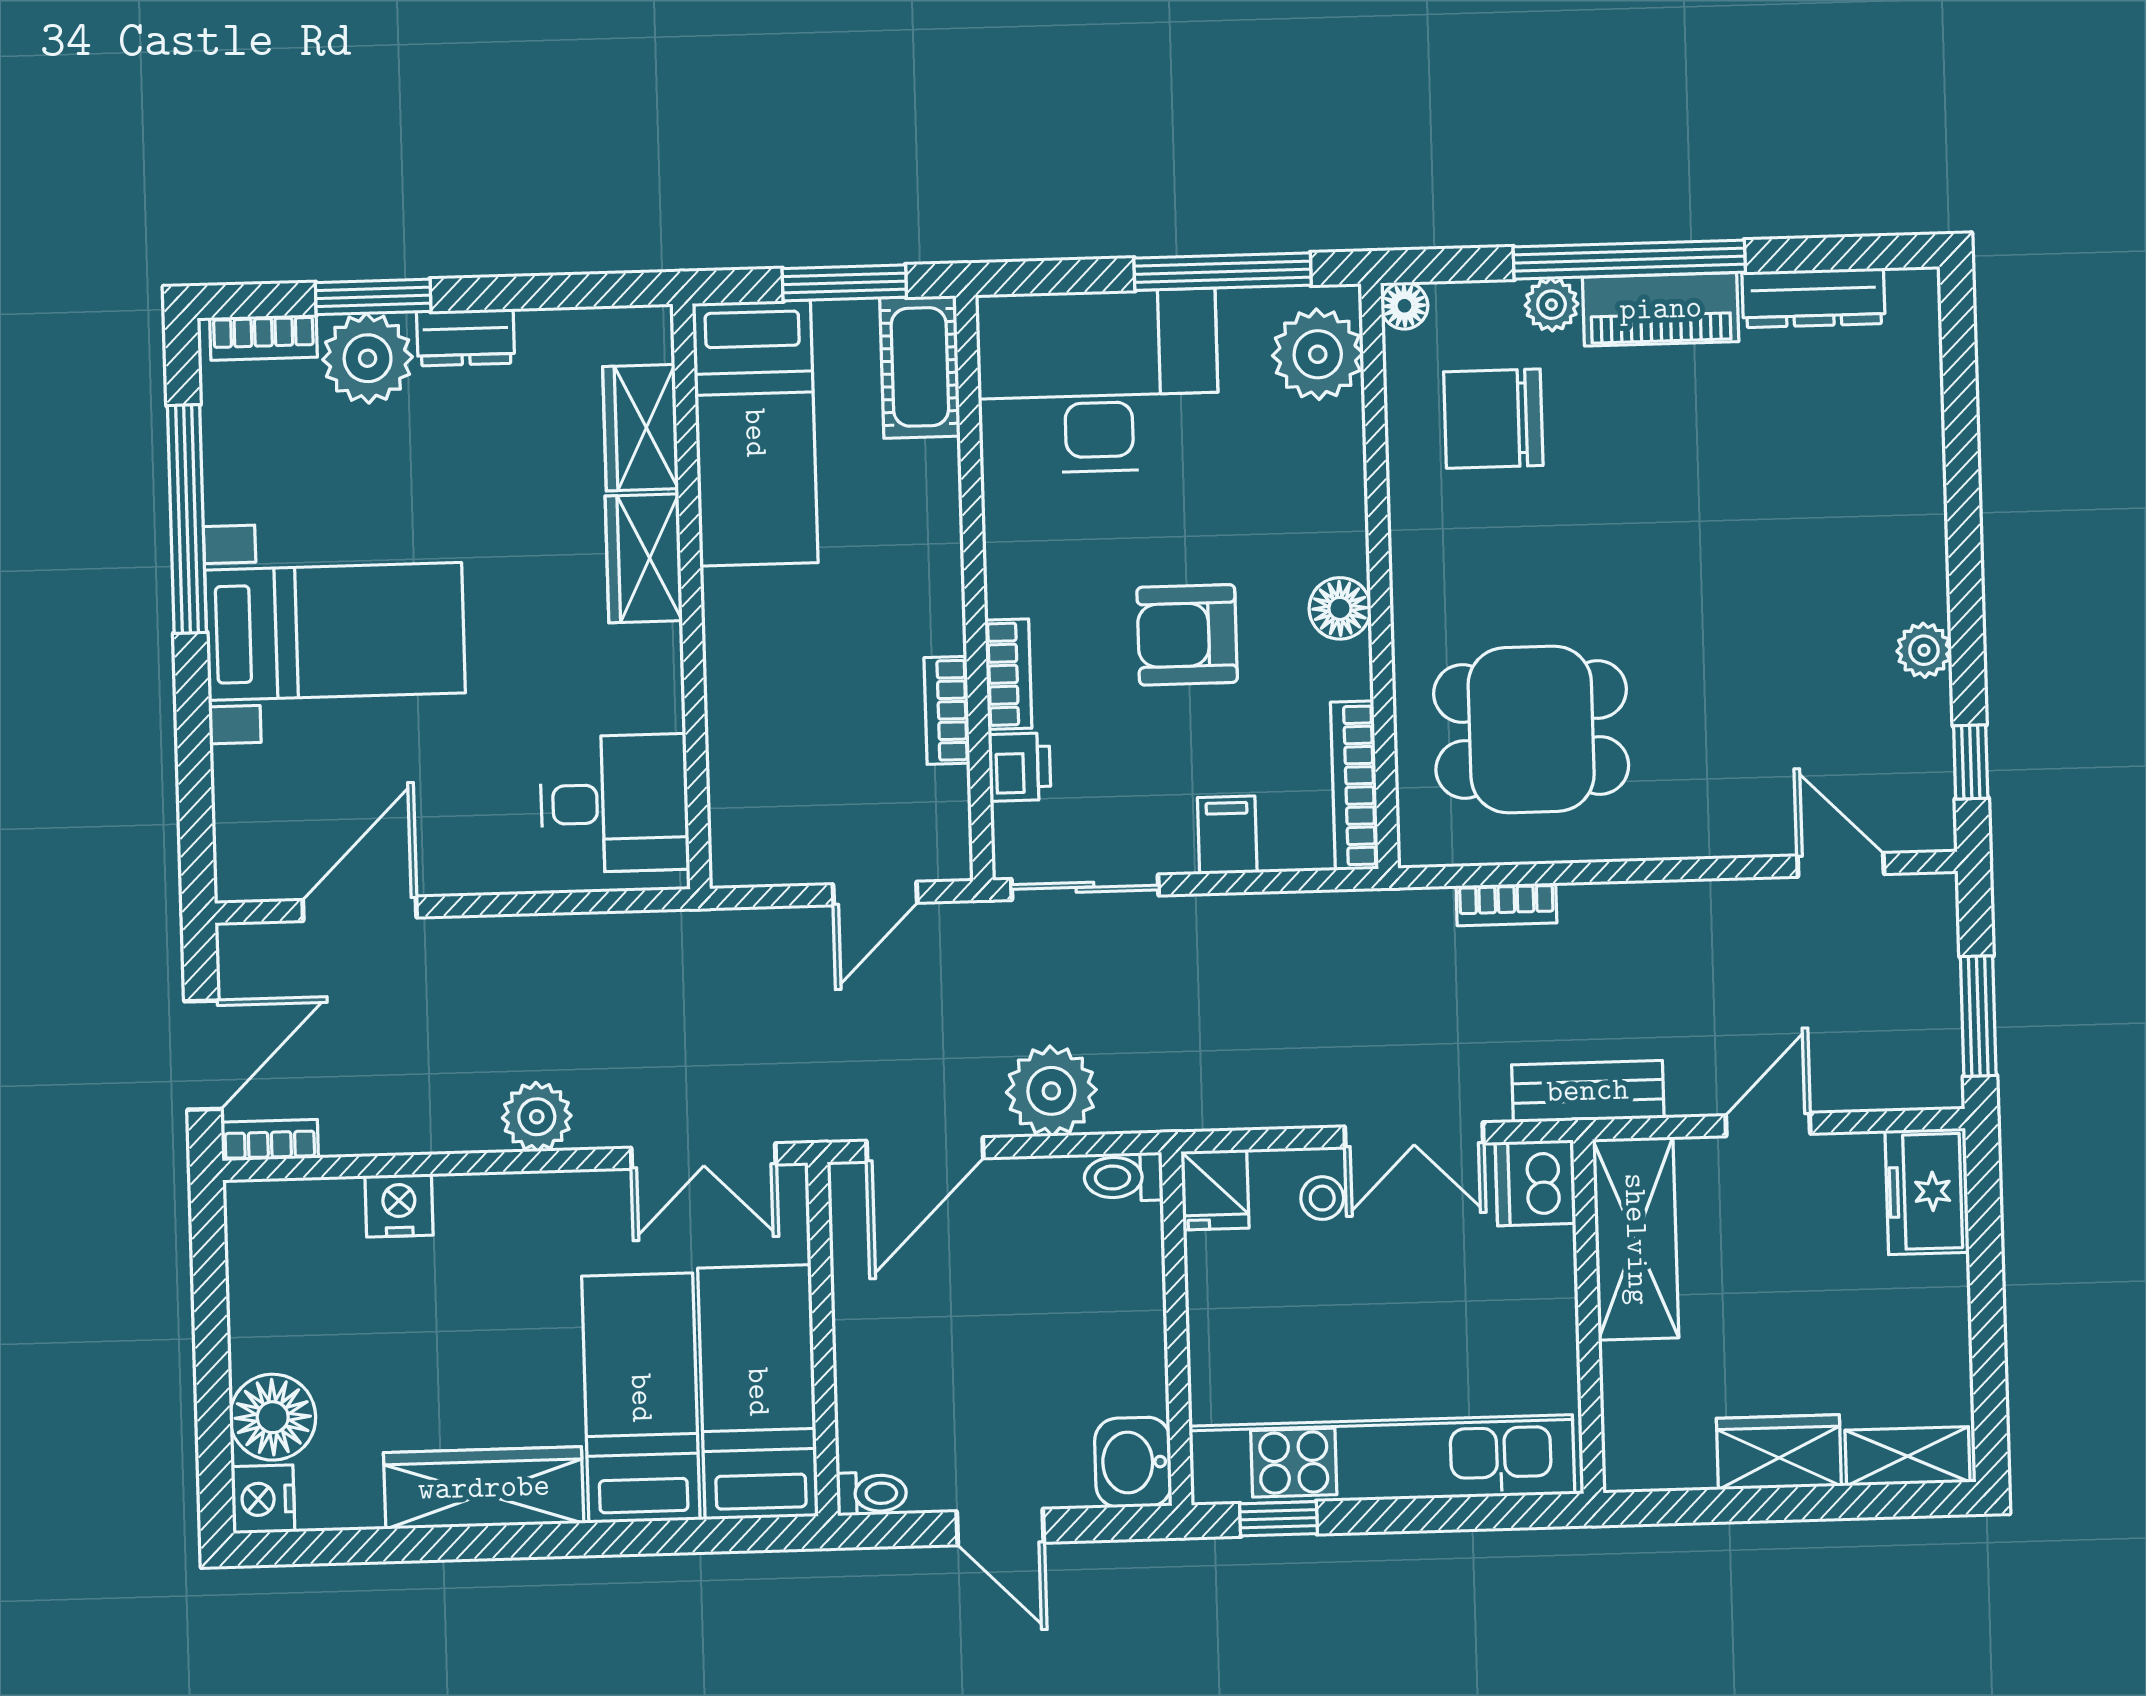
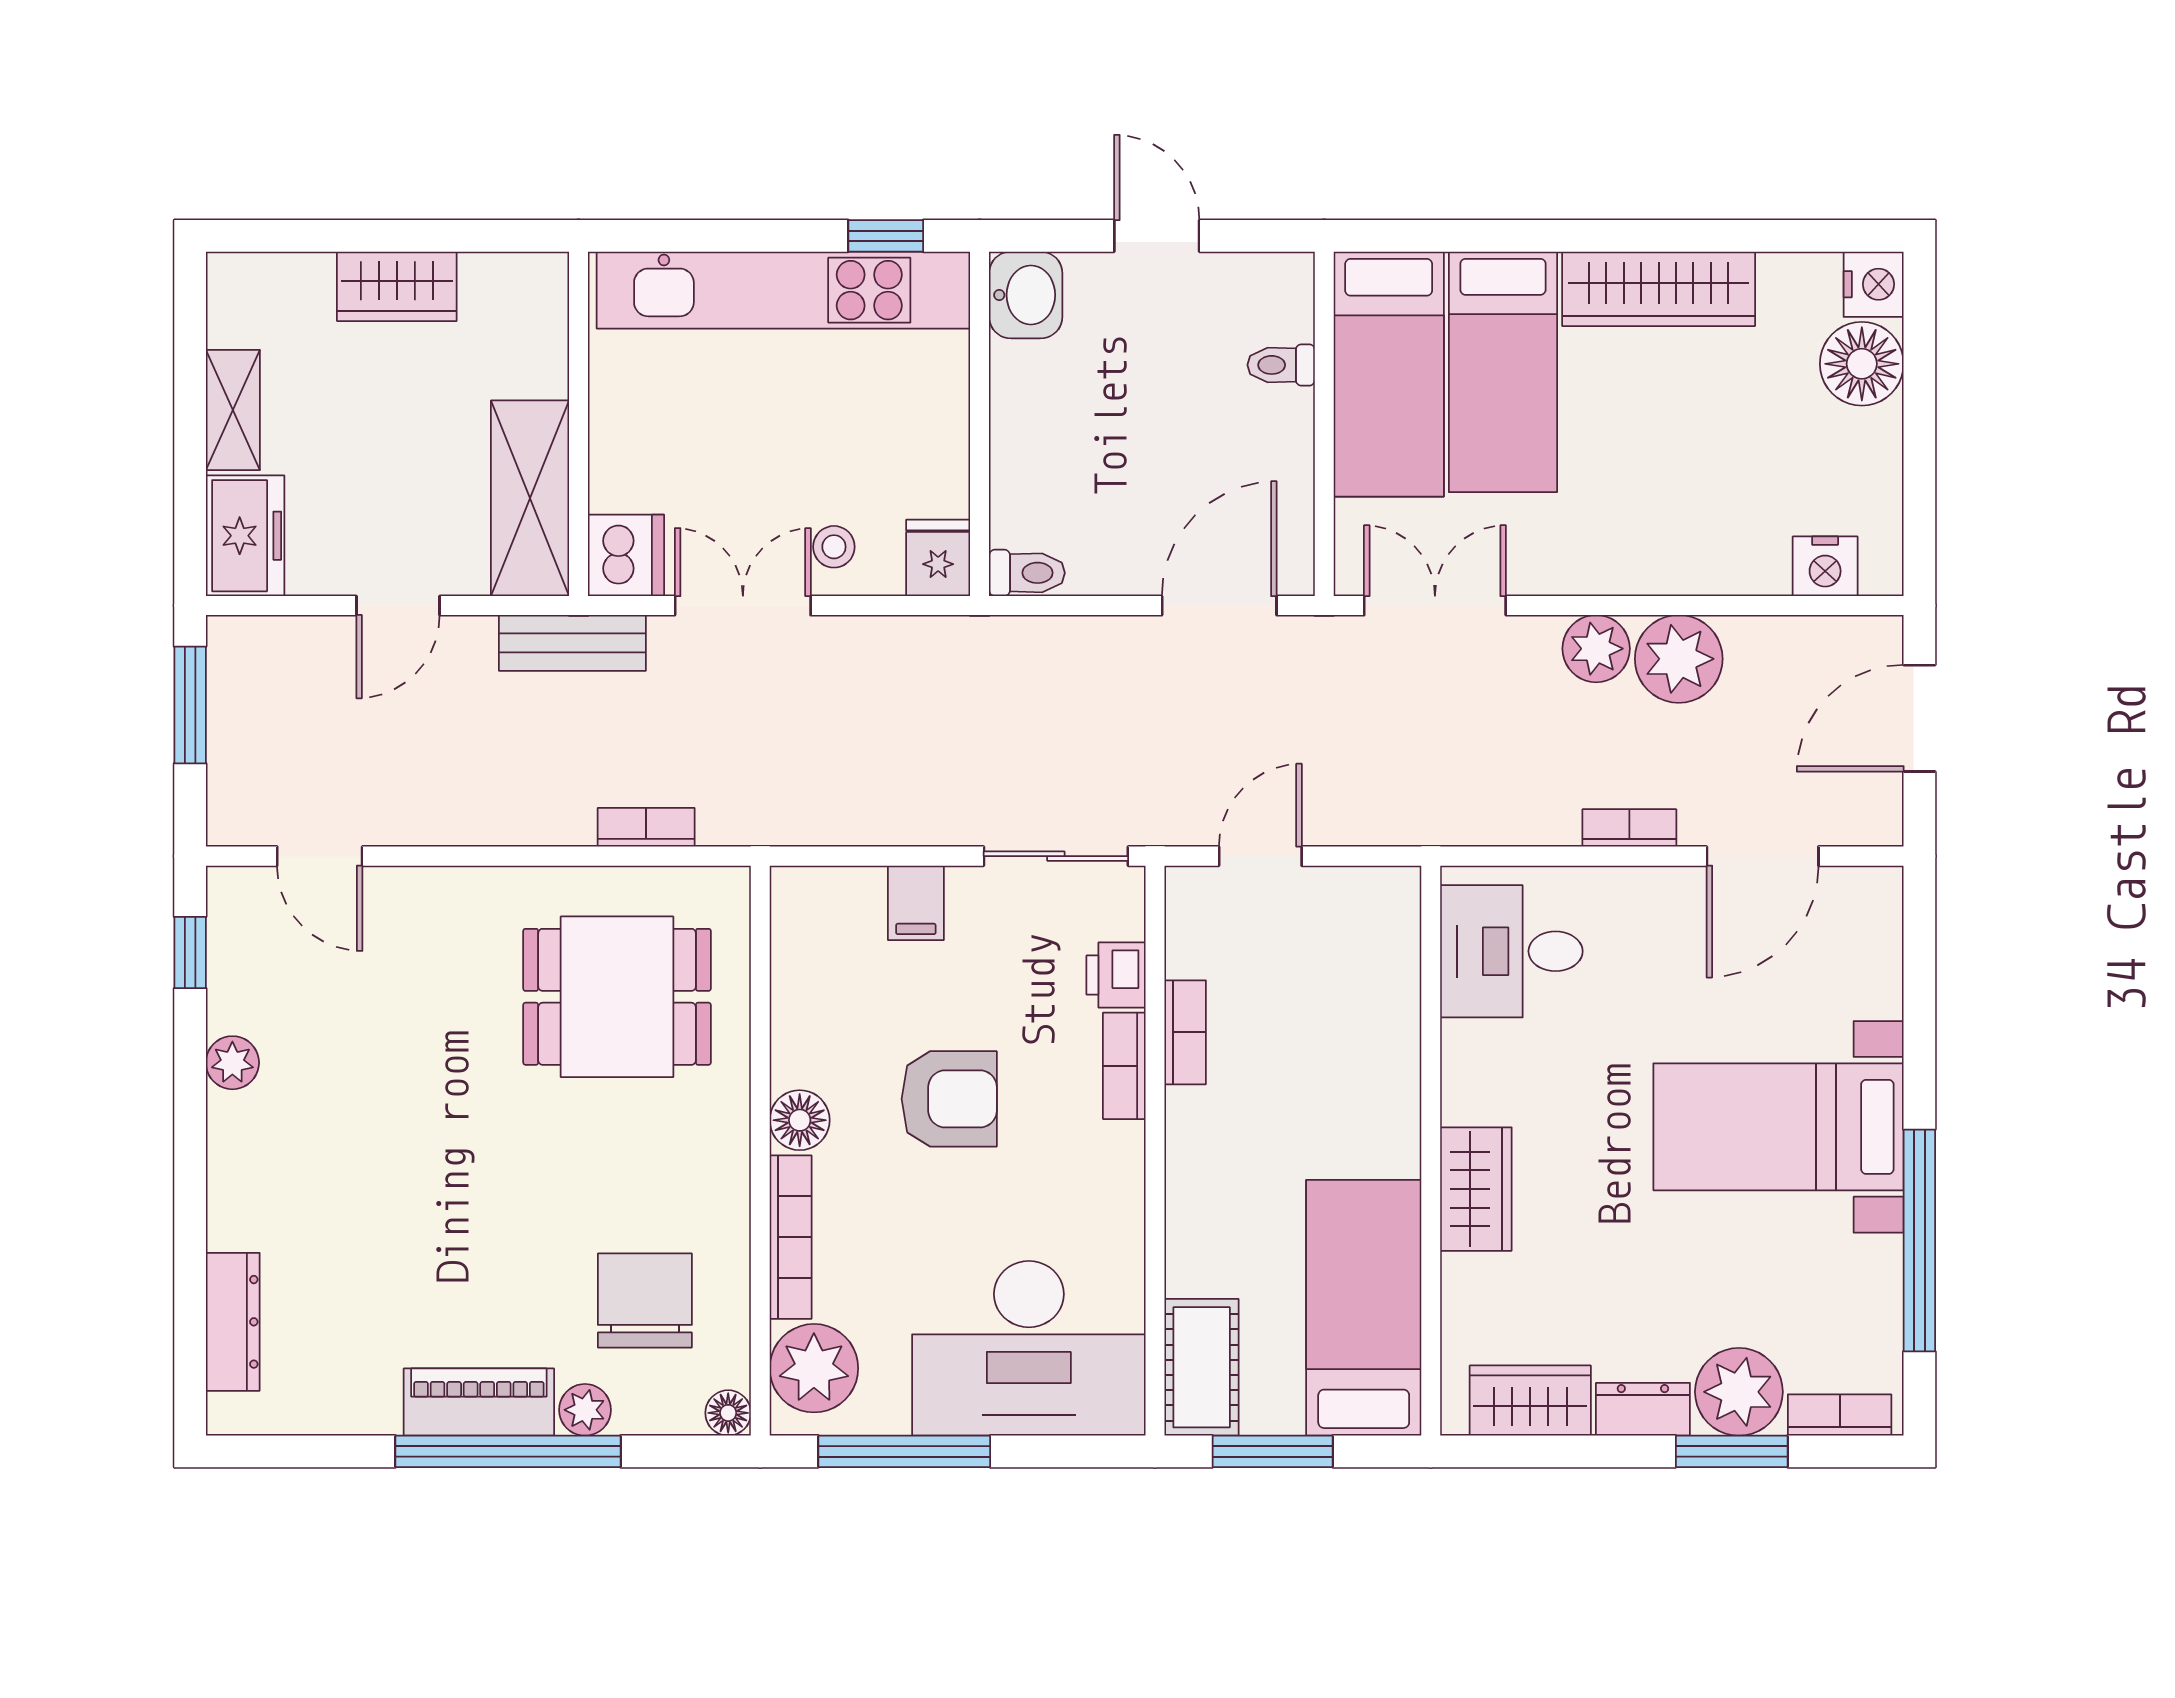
dresser: (1813, 298) -> (233, 1322), moved, turned 90
chair: (1493, 419) -> (645, 1301), turned -90
wardrobe: (641, 428) -> (1530, 1401), moved, turned -90
bookcase: (1354, 786) -> (791, 1237), moved
plant: (1051, 1091) -> (1679, 659), moved
bookcase: (270, 1140) -> (1629, 828), moved, turned 180
nightstand: (399, 1205) -> (1825, 566), moved
shelving: (1908, 1456) -> (233, 410), moved, turned 90
toilet: (872, 1493) -> (1281, 365), moved

